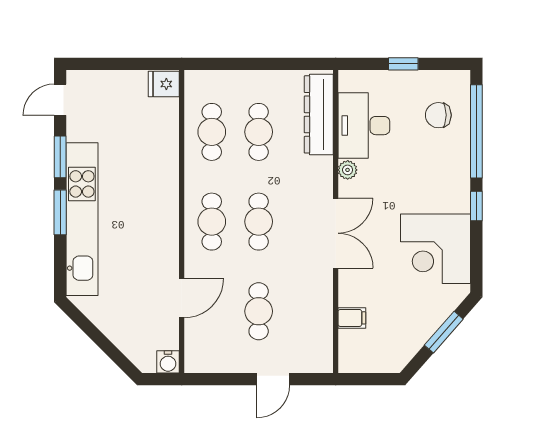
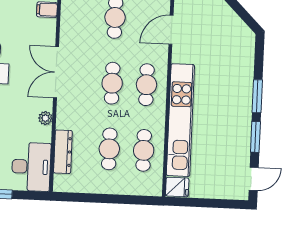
dresser: (319, 114) -> (63, 152), width x0.73, depth x0.80
desk: (364, 126) -> (31, 167), moved
kitchen unit: (82, 219) -> (180, 120), moved, turned 180

